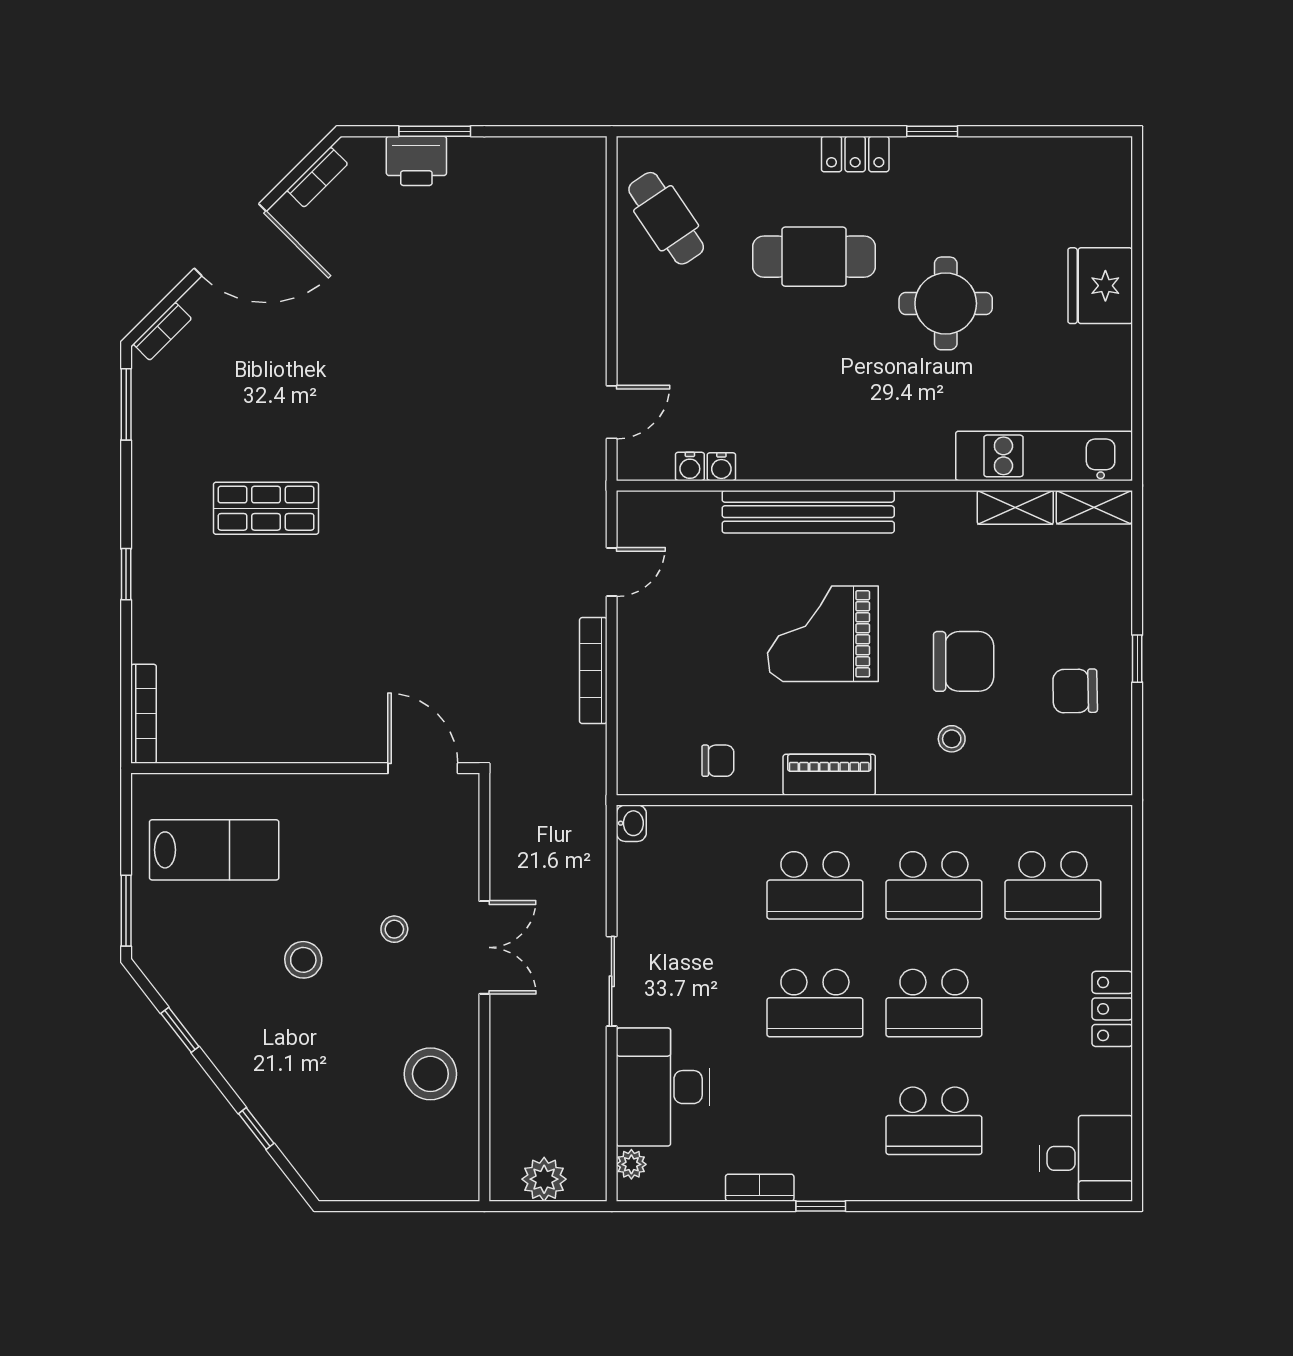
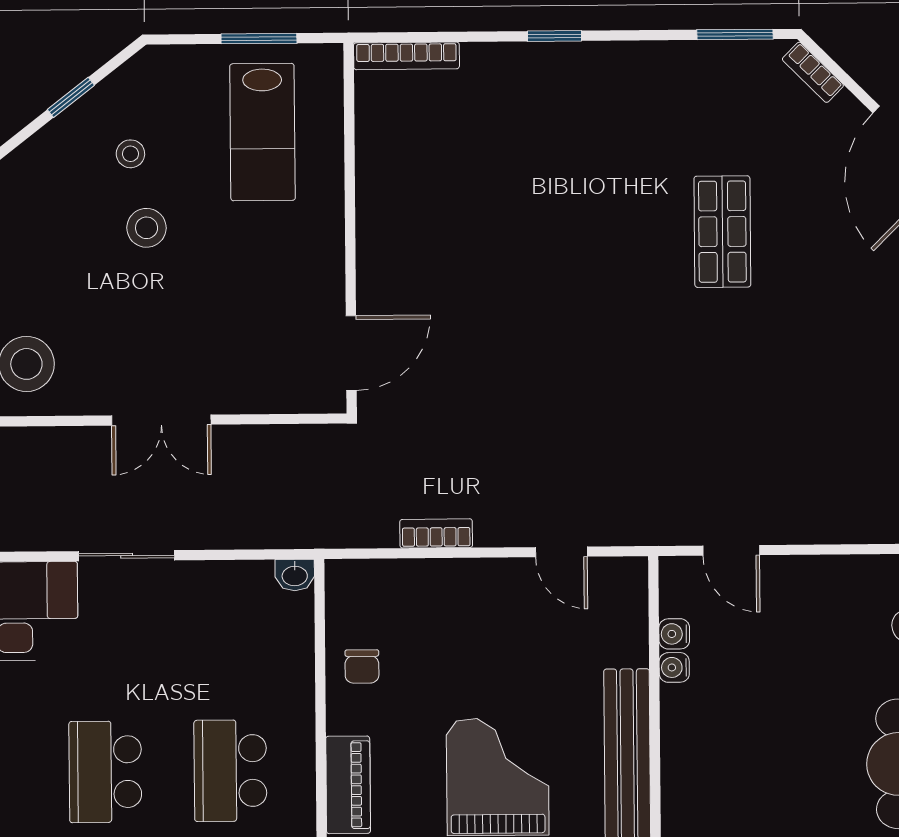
shop shelf: (266, 508) -> (722, 232), moved
bookcase: (593, 671) -> (436, 533), width x0.64
window: (126, 911) -> (259, 39), moved
stool: (394, 929) -> (130, 154), moved

